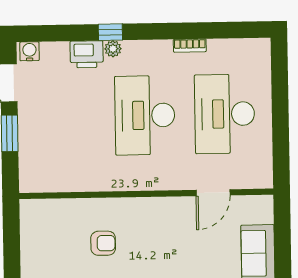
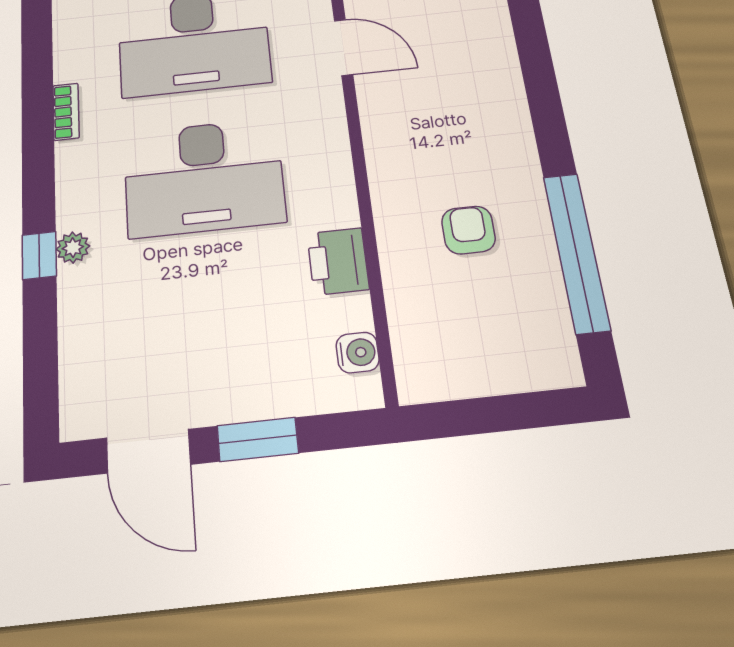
water cooler: (29, 51) -> (358, 353), moved, turned 180
printer: (87, 54) -> (338, 261), moved, turned 180

